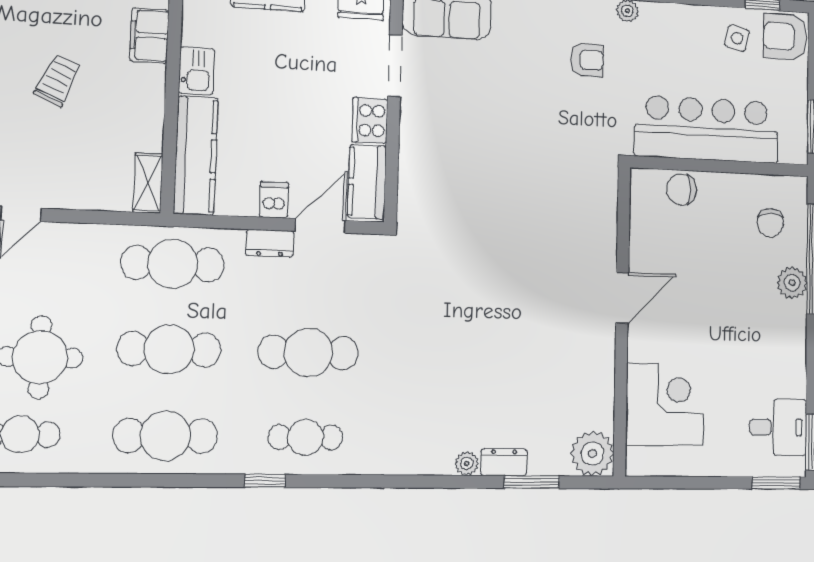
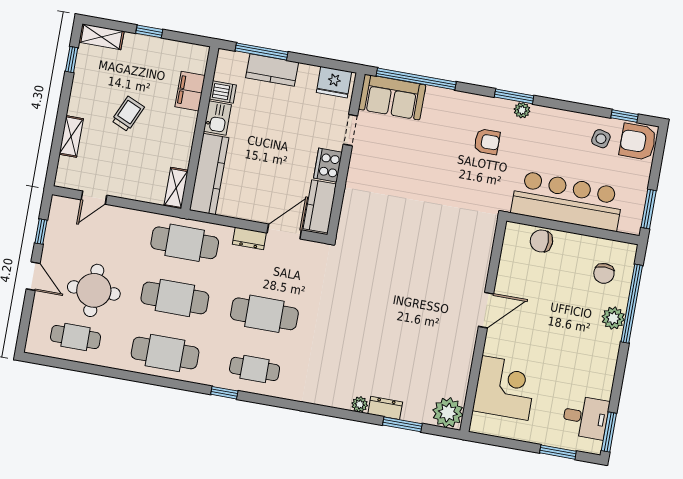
doorway: (395, 66) -> (350, 130), width x0.73
dishwasher: (274, 200) -> (223, 92), moved, turned 90
window: (776, 483) -> (558, 452), moved

